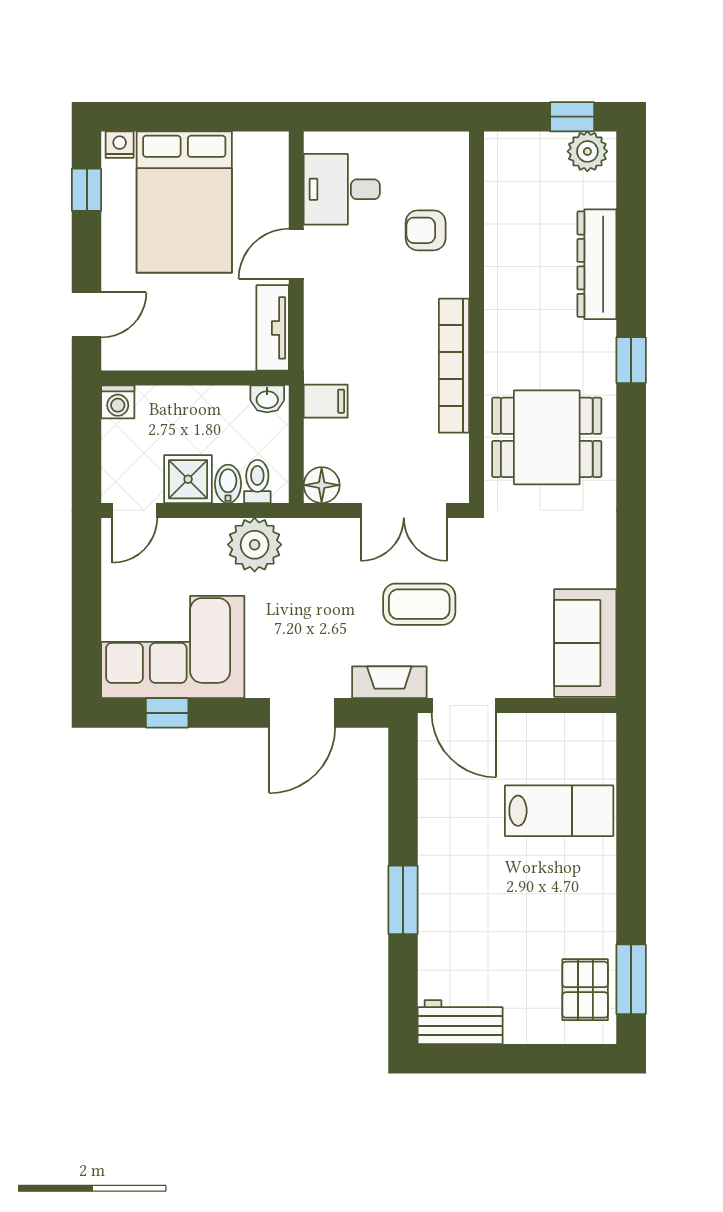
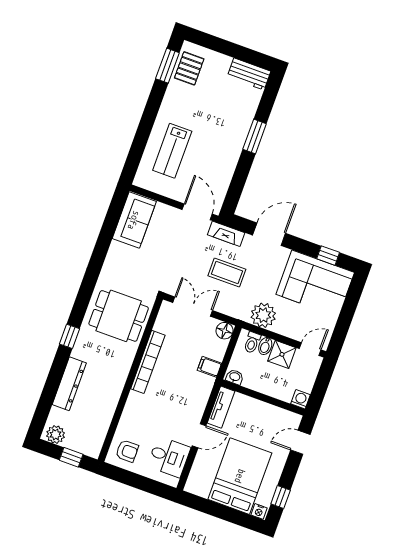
window: (572, 117) -> (71, 457), moved
armchair: (426, 230) -> (127, 451), moved
coffee table: (419, 604) -> (227, 272), moved
lab bench: (559, 811) -> (172, 151), turned -90

